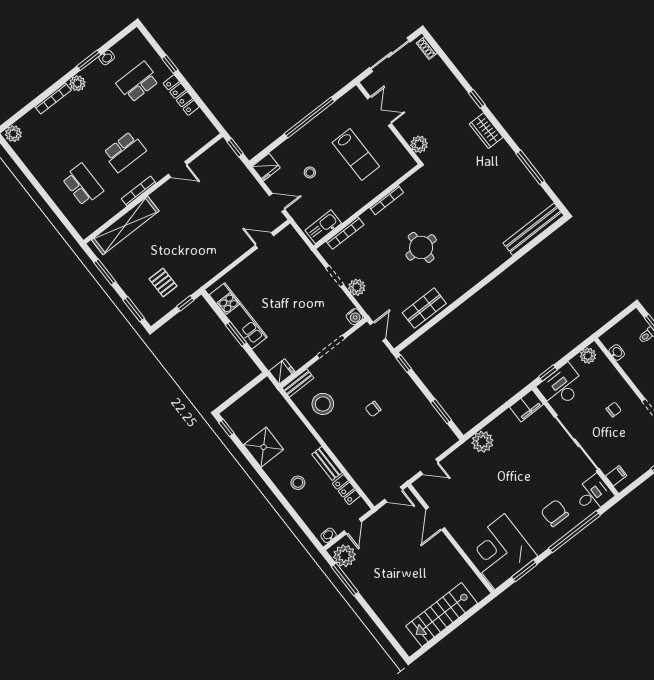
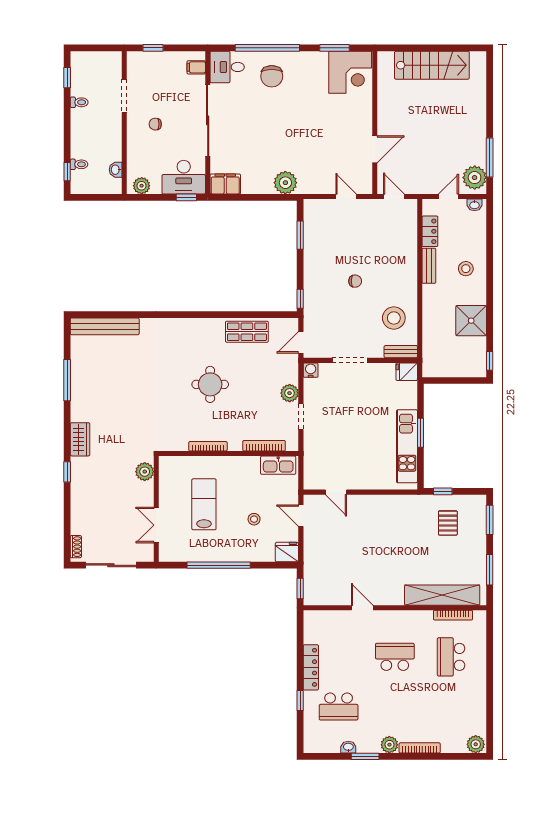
bookcase: (139, 191) -> (453, 615), moved
corner desk: (500, 552) -> (350, 72), width x0.74, depth x0.74

